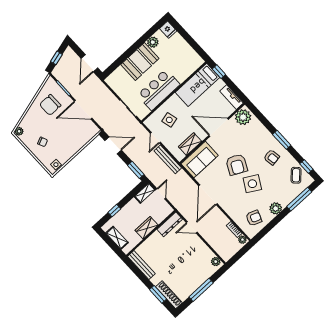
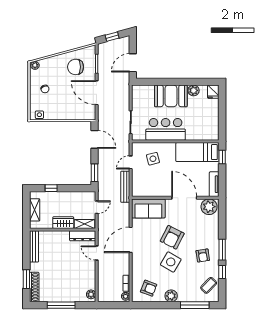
wardrobe: (190, 144) -> (152, 191), removed
window: (306, 166) -> (222, 272), moved
shelving: (145, 193) -> (85, 224), moved

